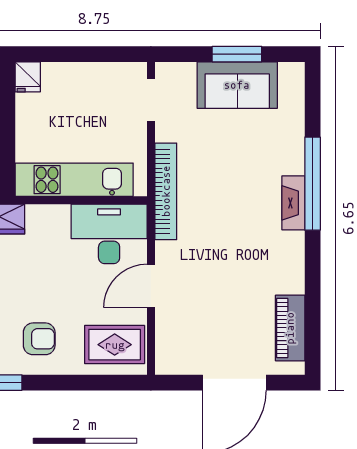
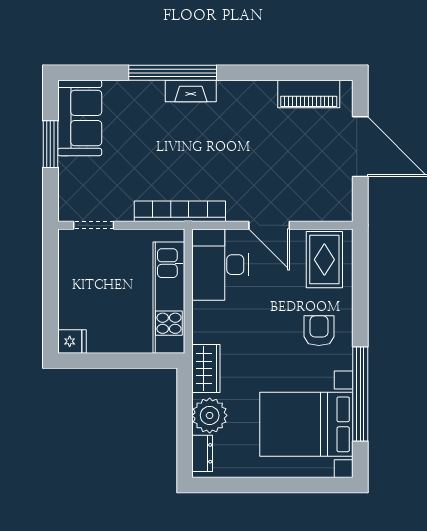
sofa: (237, 85) -> (80, 118), moved

